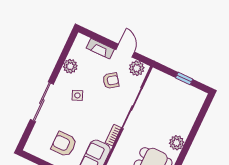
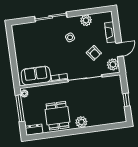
armchair: (64, 144) -> (33, 49), removed

